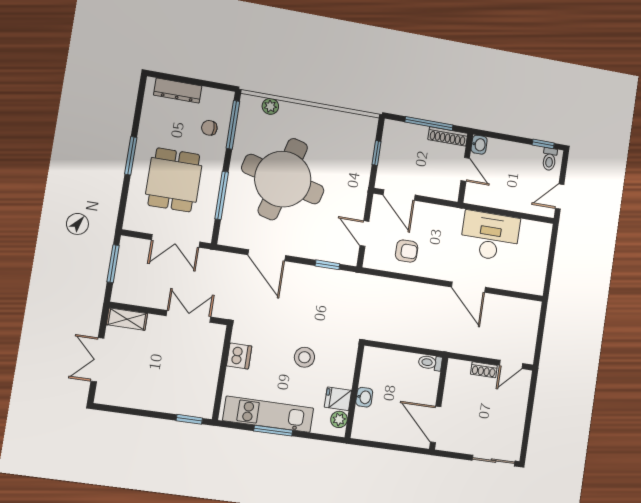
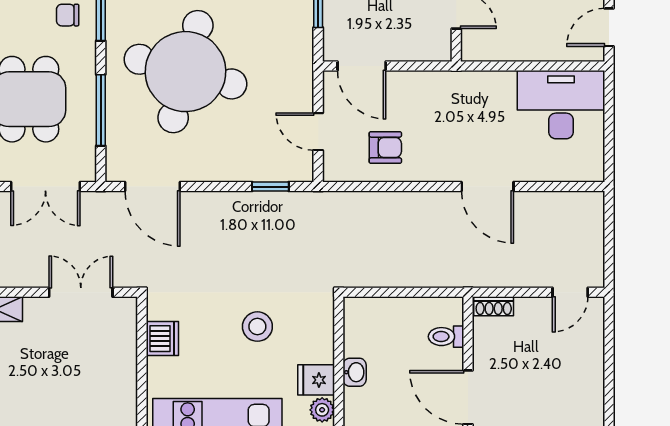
desk: (490, 236) -> (561, 105), moved
door: (267, 255) -> (152, 187), moved
toilet: (430, 363) -> (446, 337), moved
shoe rack: (484, 370) -> (494, 306), moved

